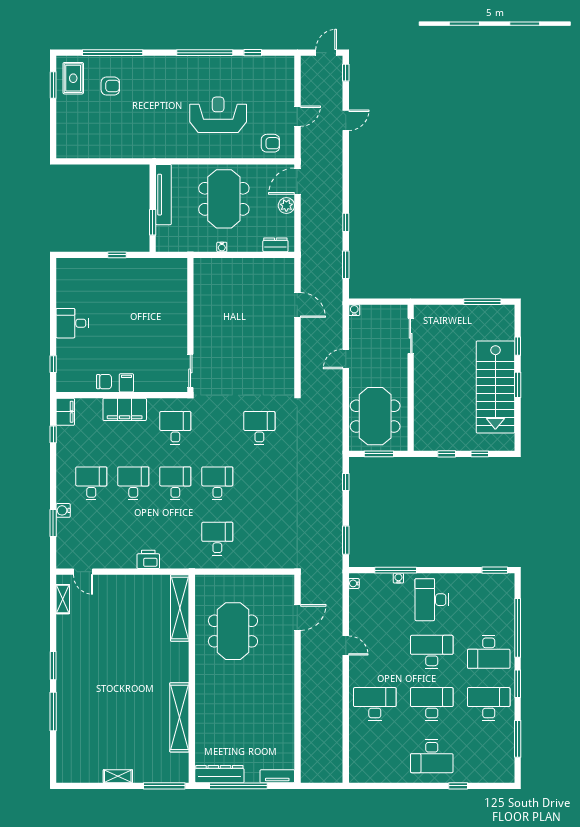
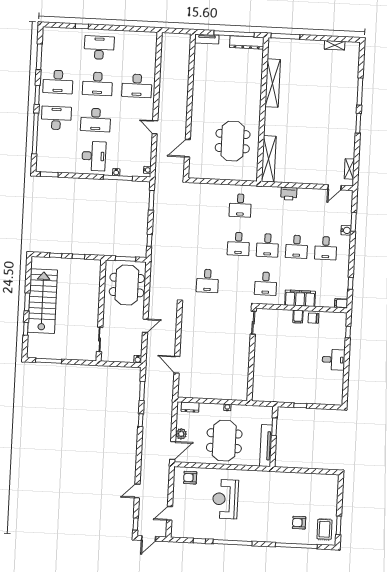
reception desk: (218, 115) -> (225, 499), turned 90
door: (297, 116) -> (170, 513), moved
filing cabinet: (65, 412) -> (341, 303), width x0.50
door: (83, 572) -> (334, 187), swing flipped
shelving: (118, 776) -> (335, 45), moved

